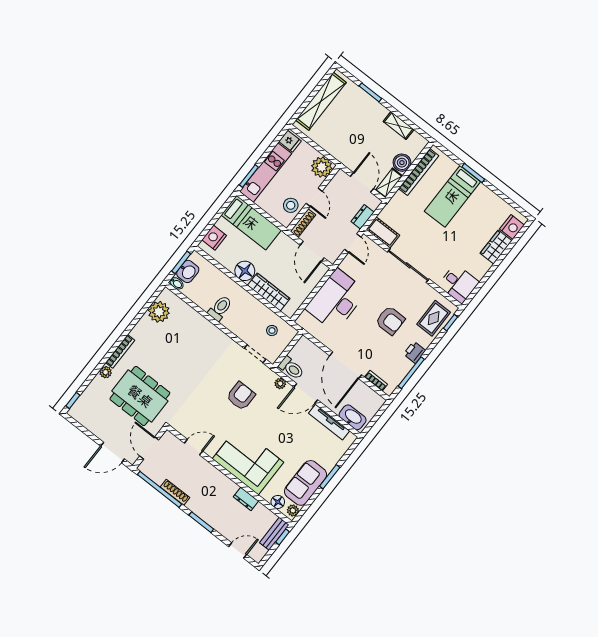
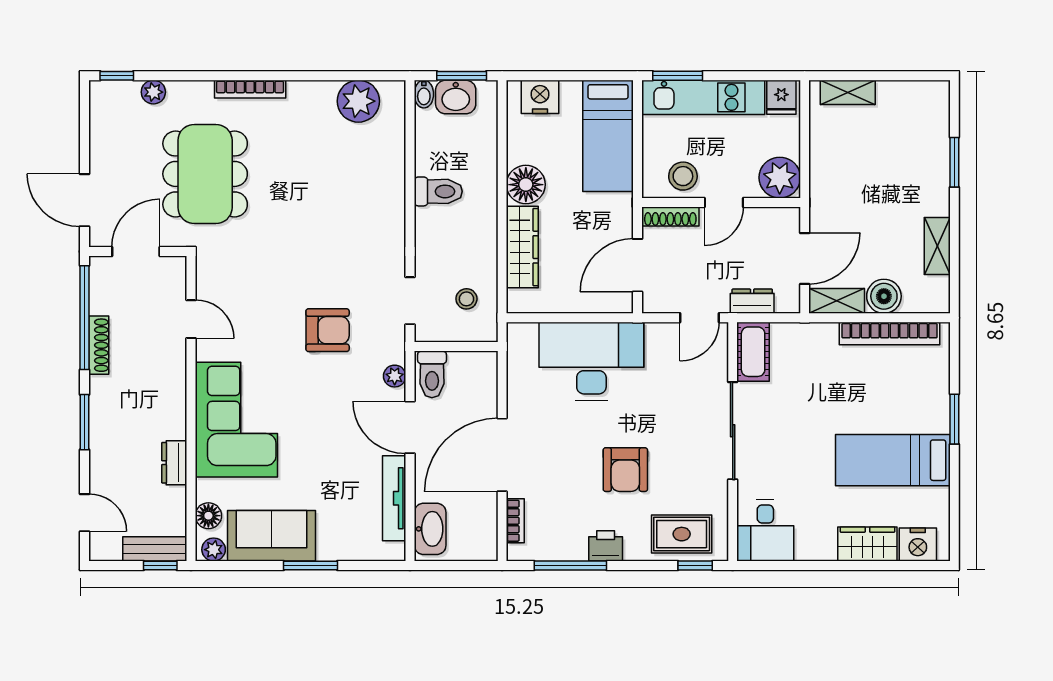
shelving: (321, 101) -> (848, 92), width x0.45, depth x0.75
bed: (452, 196) -> (893, 460), moved
plant: (106, 372) -> (153, 92), moved

